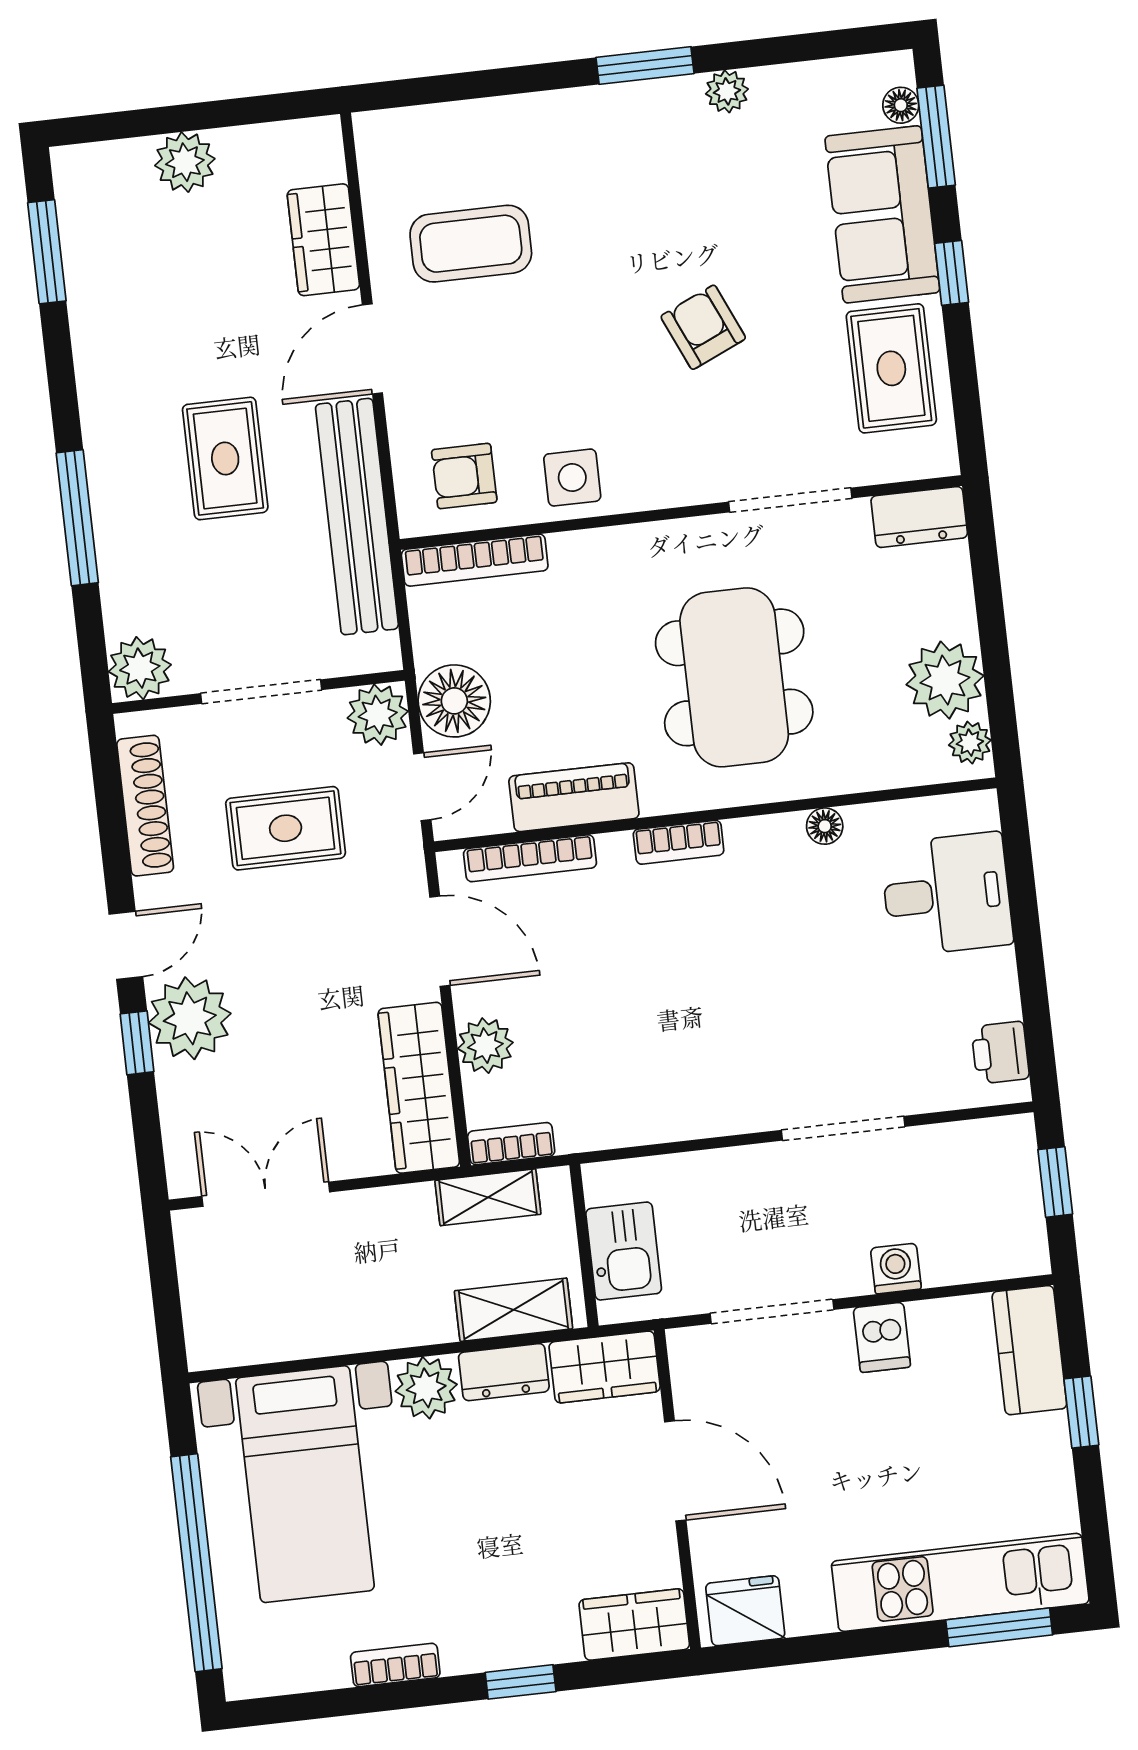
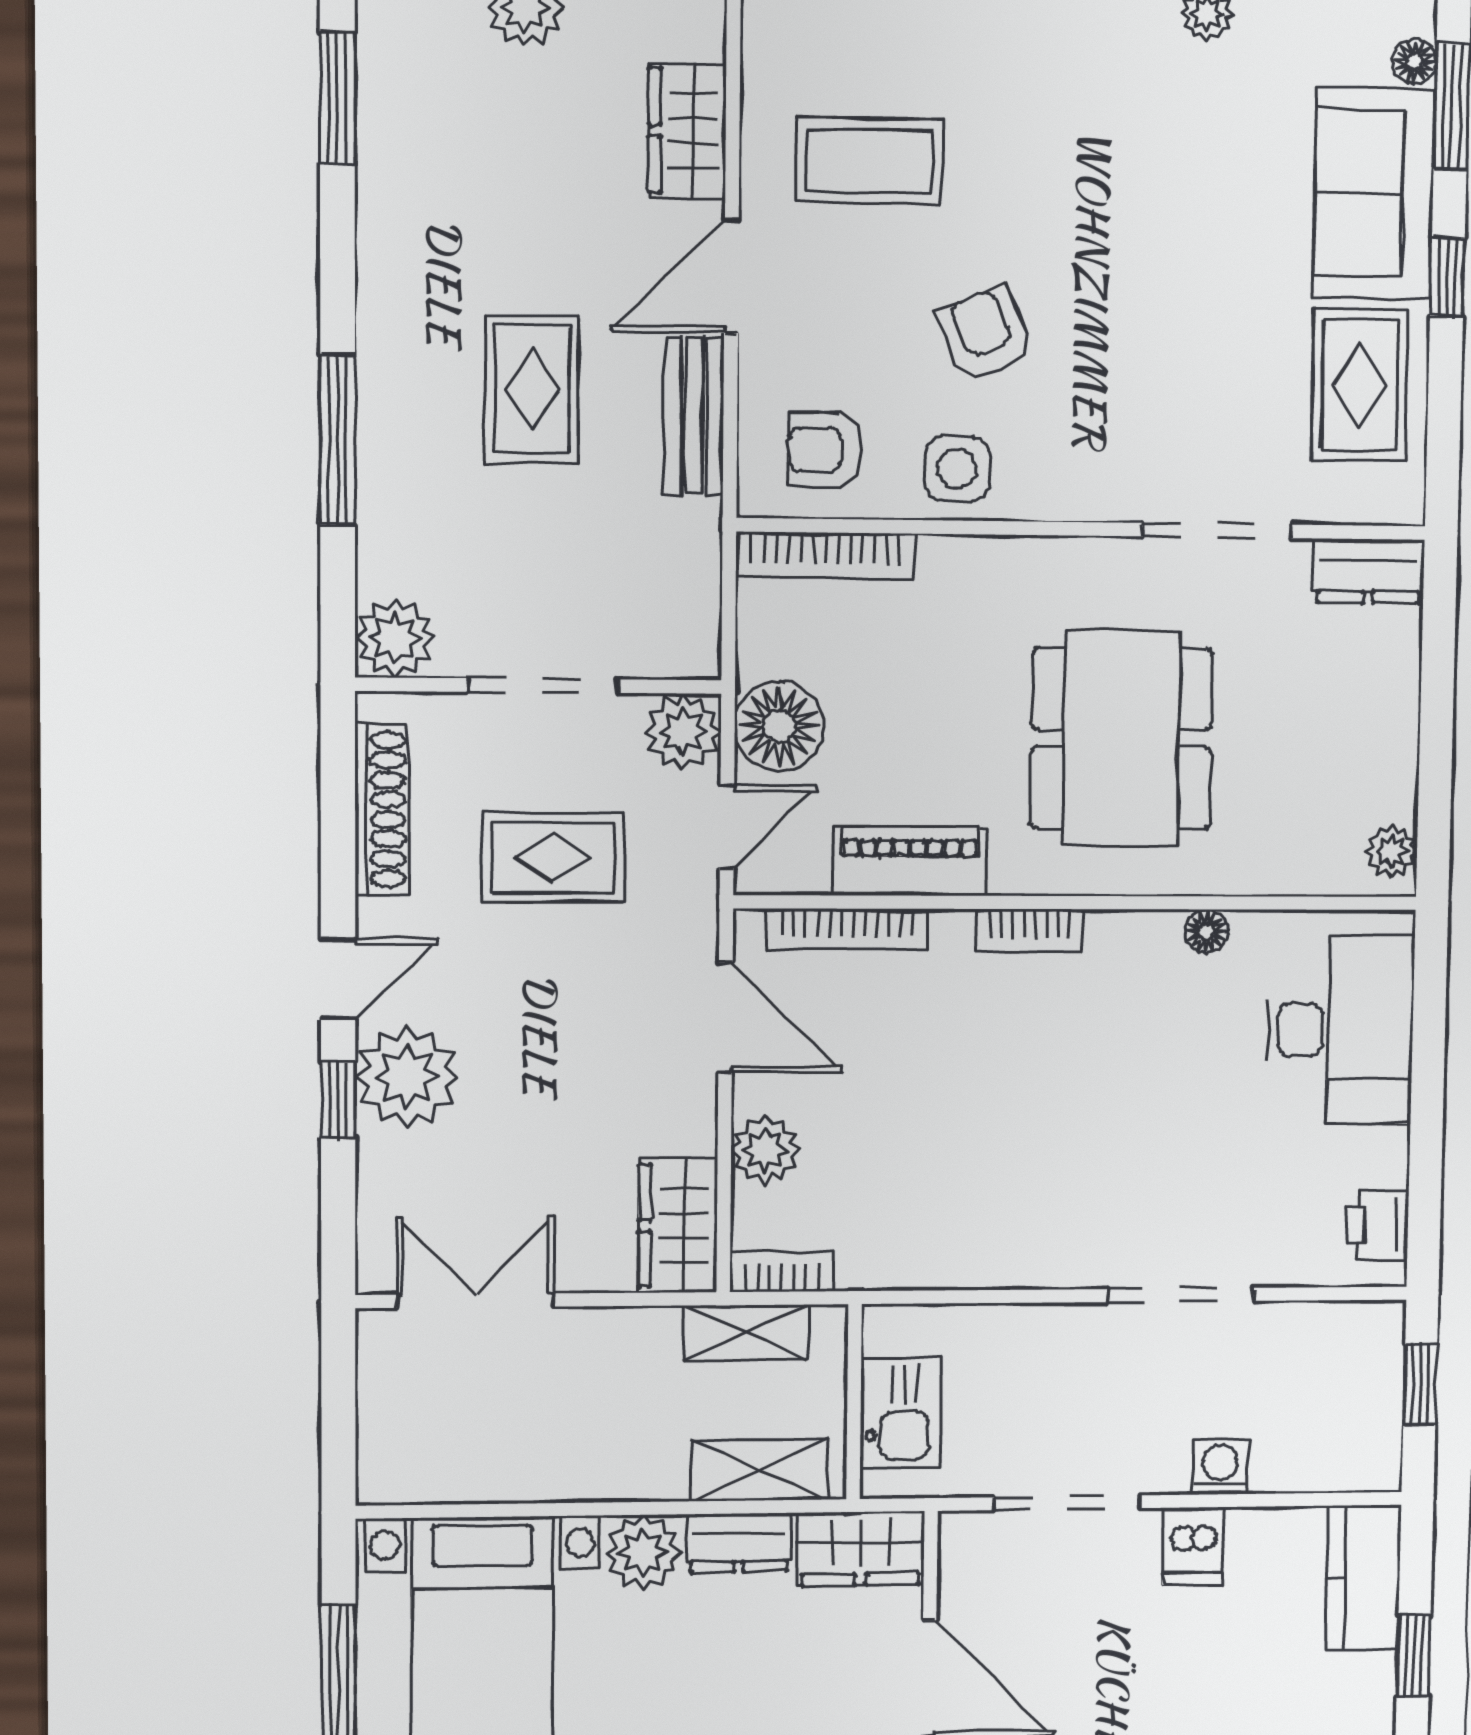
armchair: (703, 327) -> (985, 334), moved
bench: (357, 517) -> (694, 416), width x0.54, depth x0.82
plant: (945, 680) -> (1372, 773), removed
desk: (947, 894) -> (1340, 1030), width x1.37
wardrobe: (419, 1088) -> (678, 1226), width x0.67

